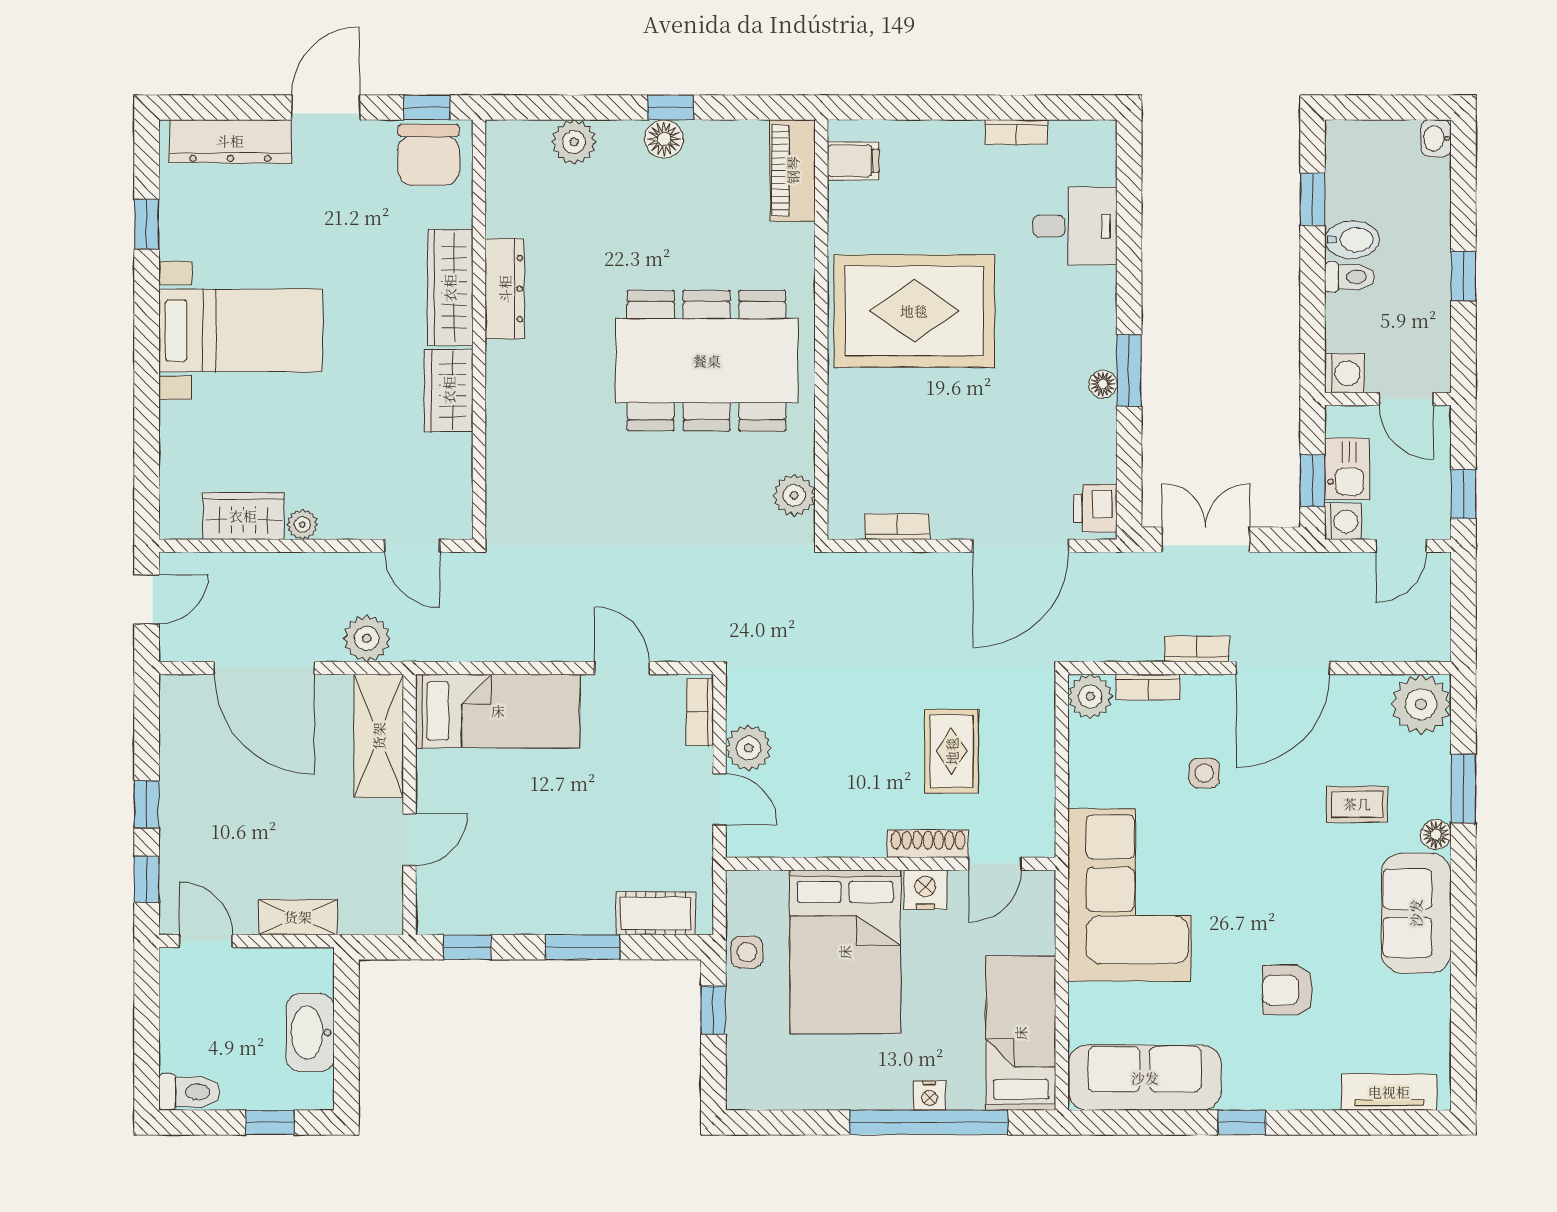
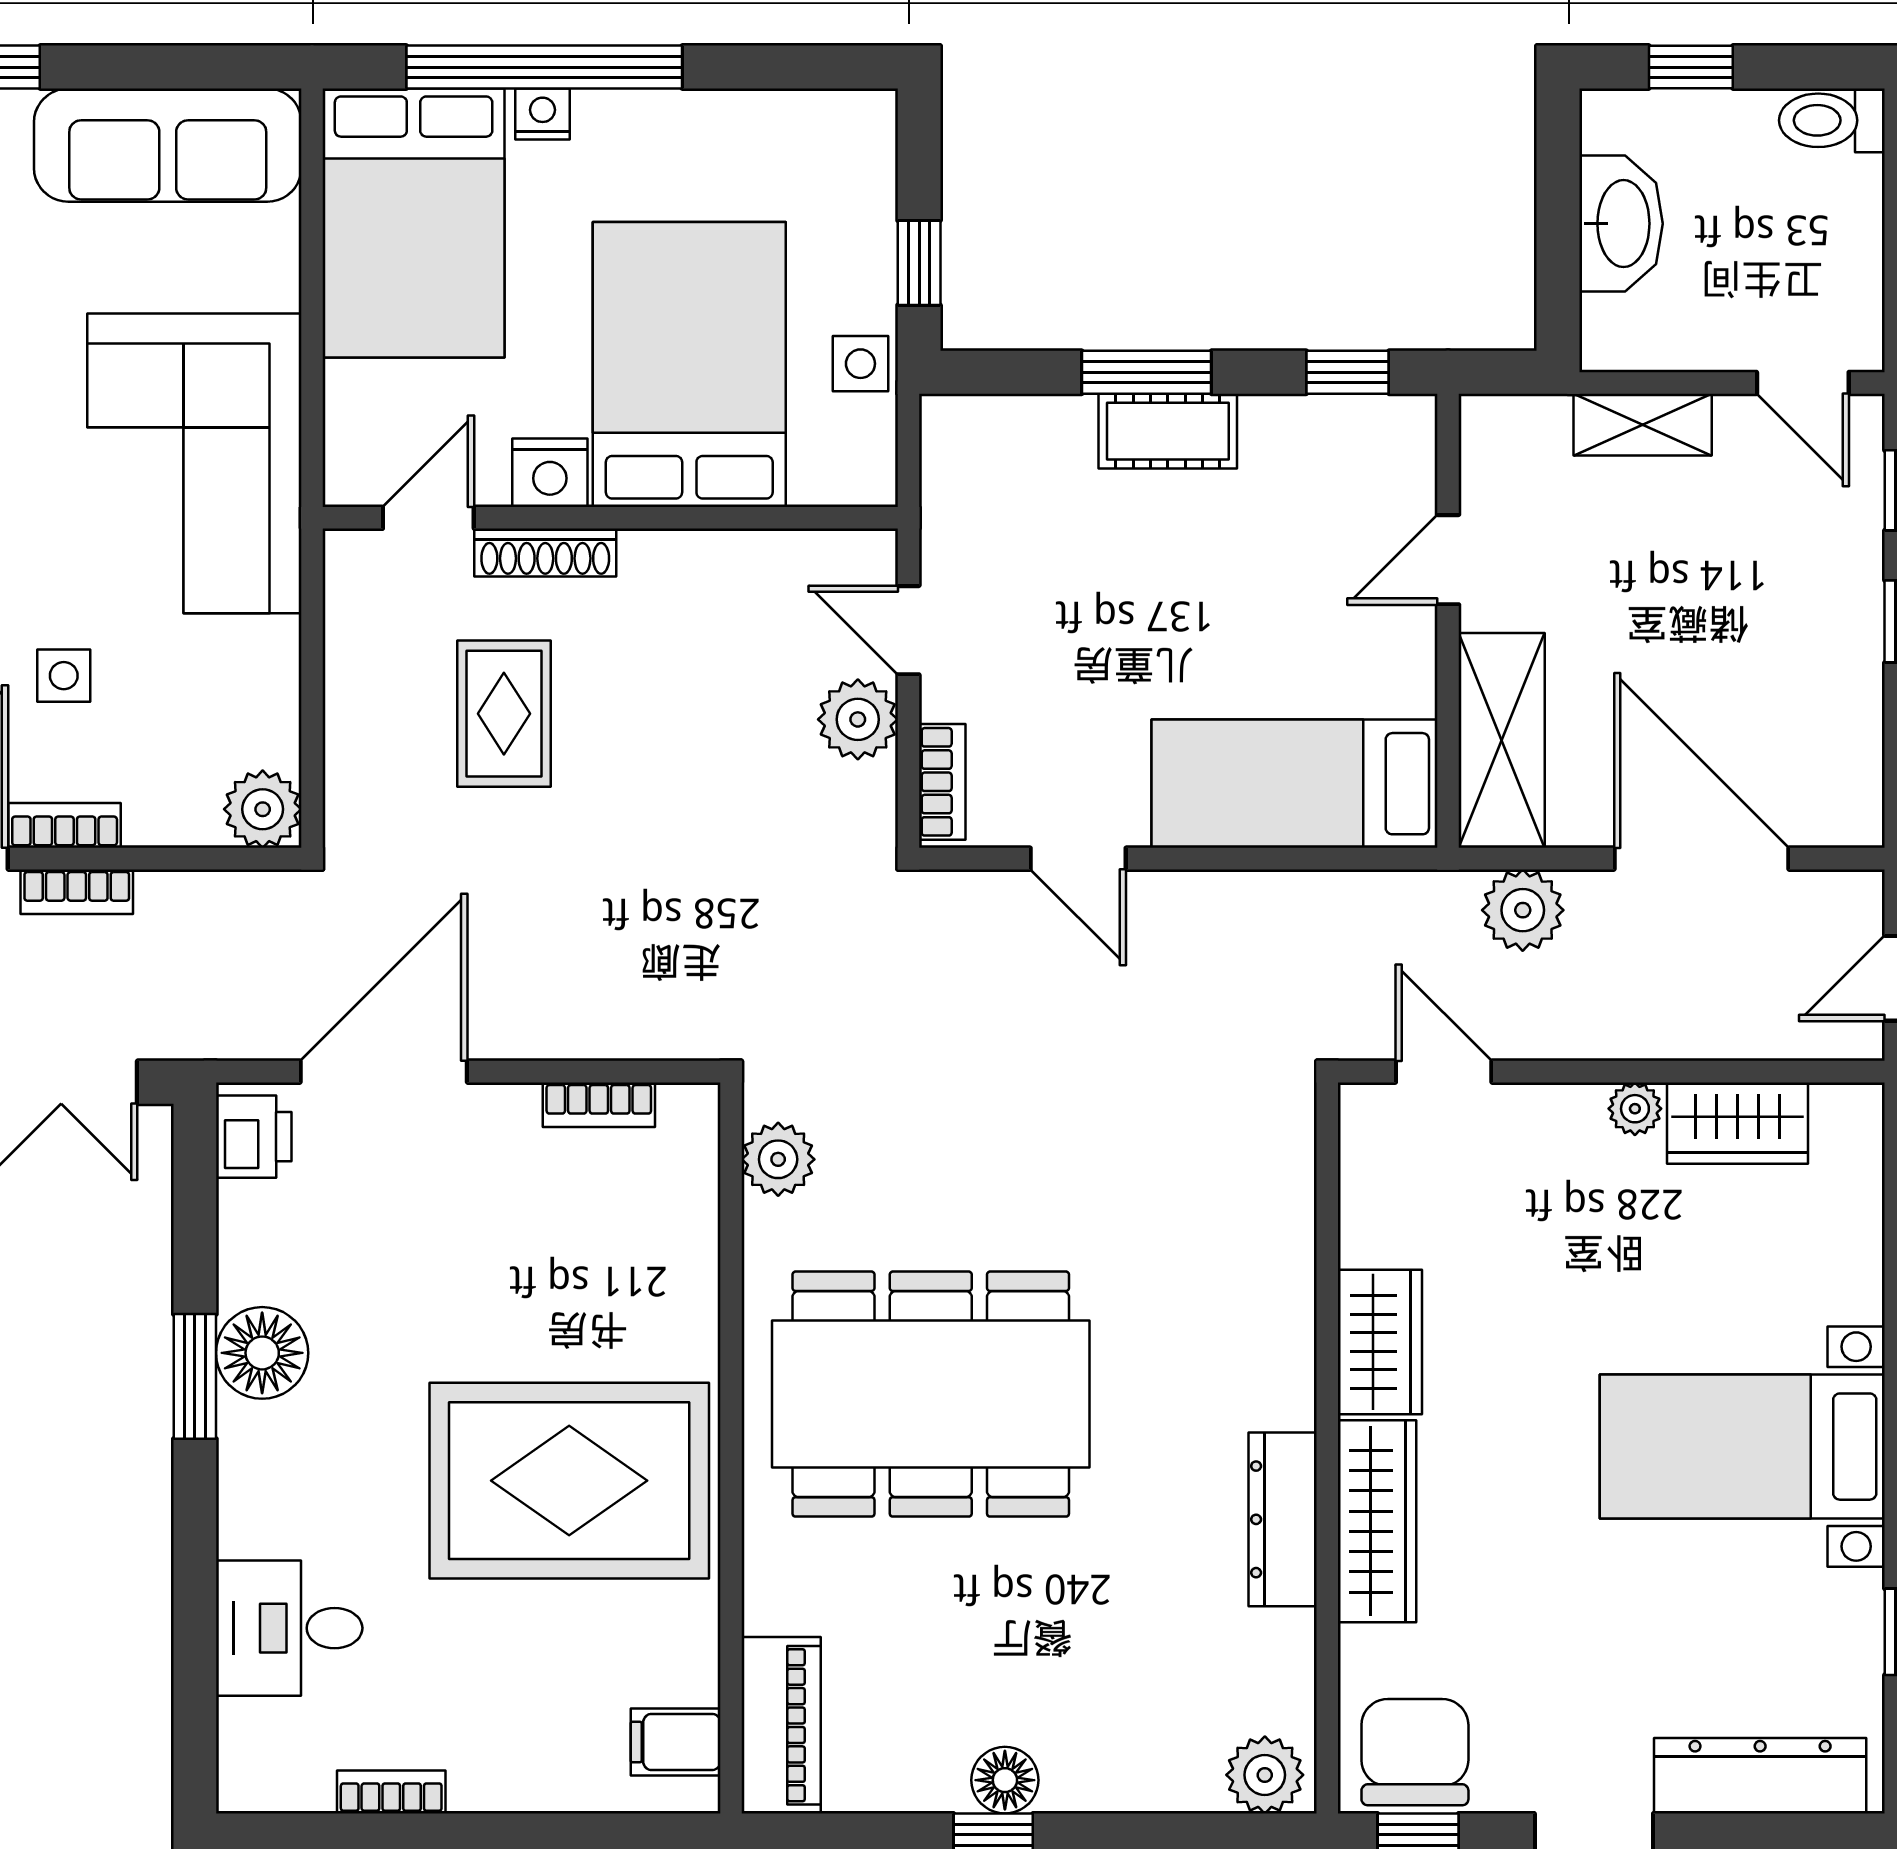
plant: (574, 142) -> (1265, 1775), moved
floor lamp: (1103, 384) -> (262, 1353), width x1.89, depth x1.89
bookcase: (1148, 687) -> (65, 825), moved
cot: (656, 913) -> (1168, 431), moved
bed: (1021, 1033) -> (414, 223), width x1.50

